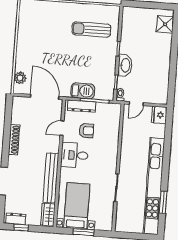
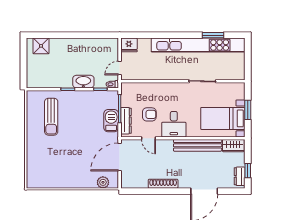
door: (136, 104) -> (120, 68), swing flipped
armchair: (86, 131) -> (149, 114), turned 90

